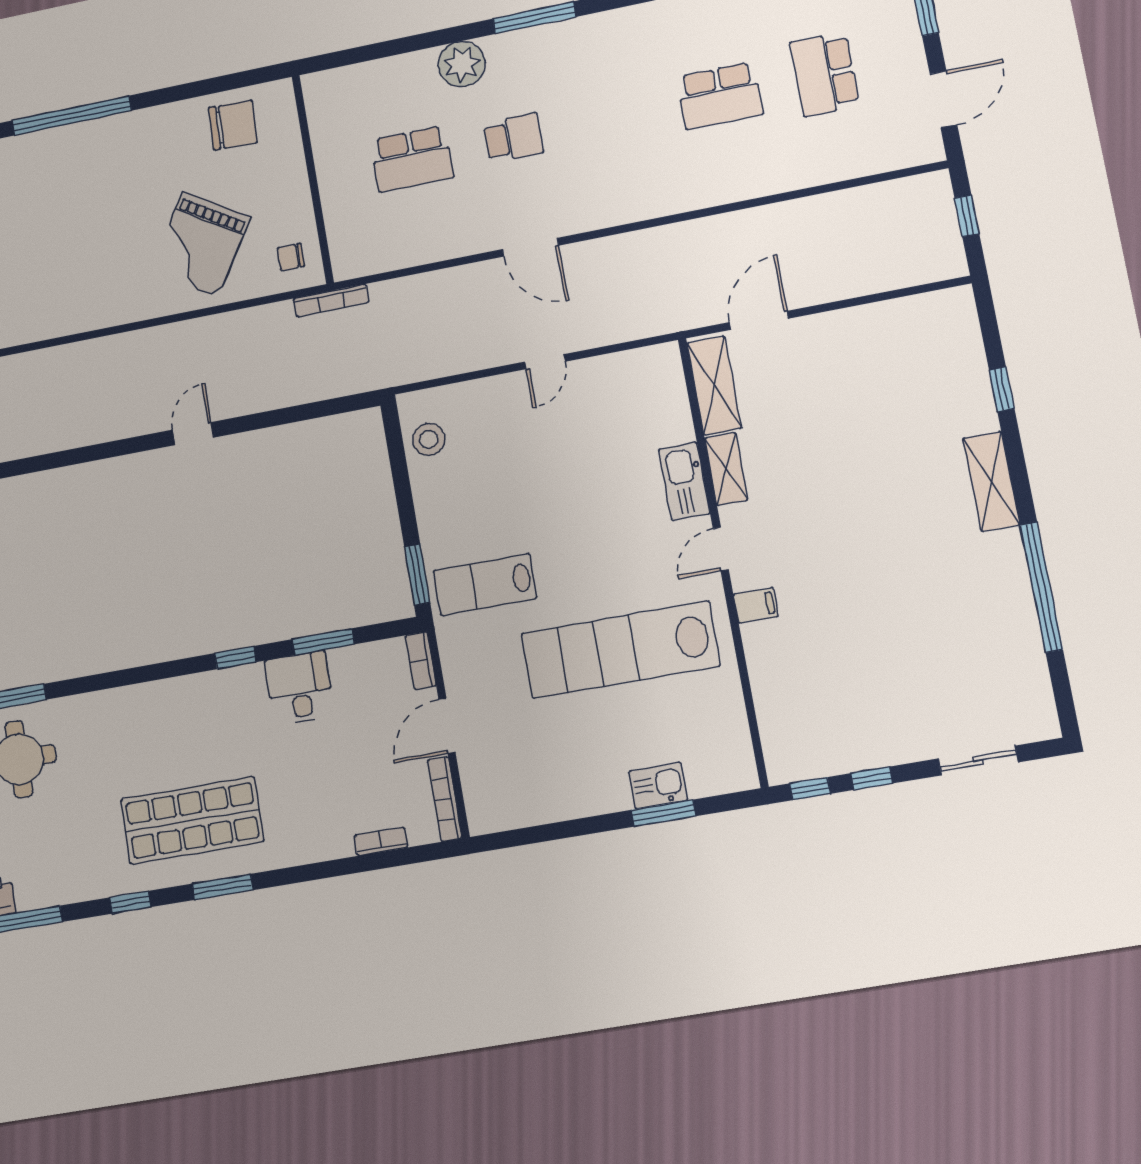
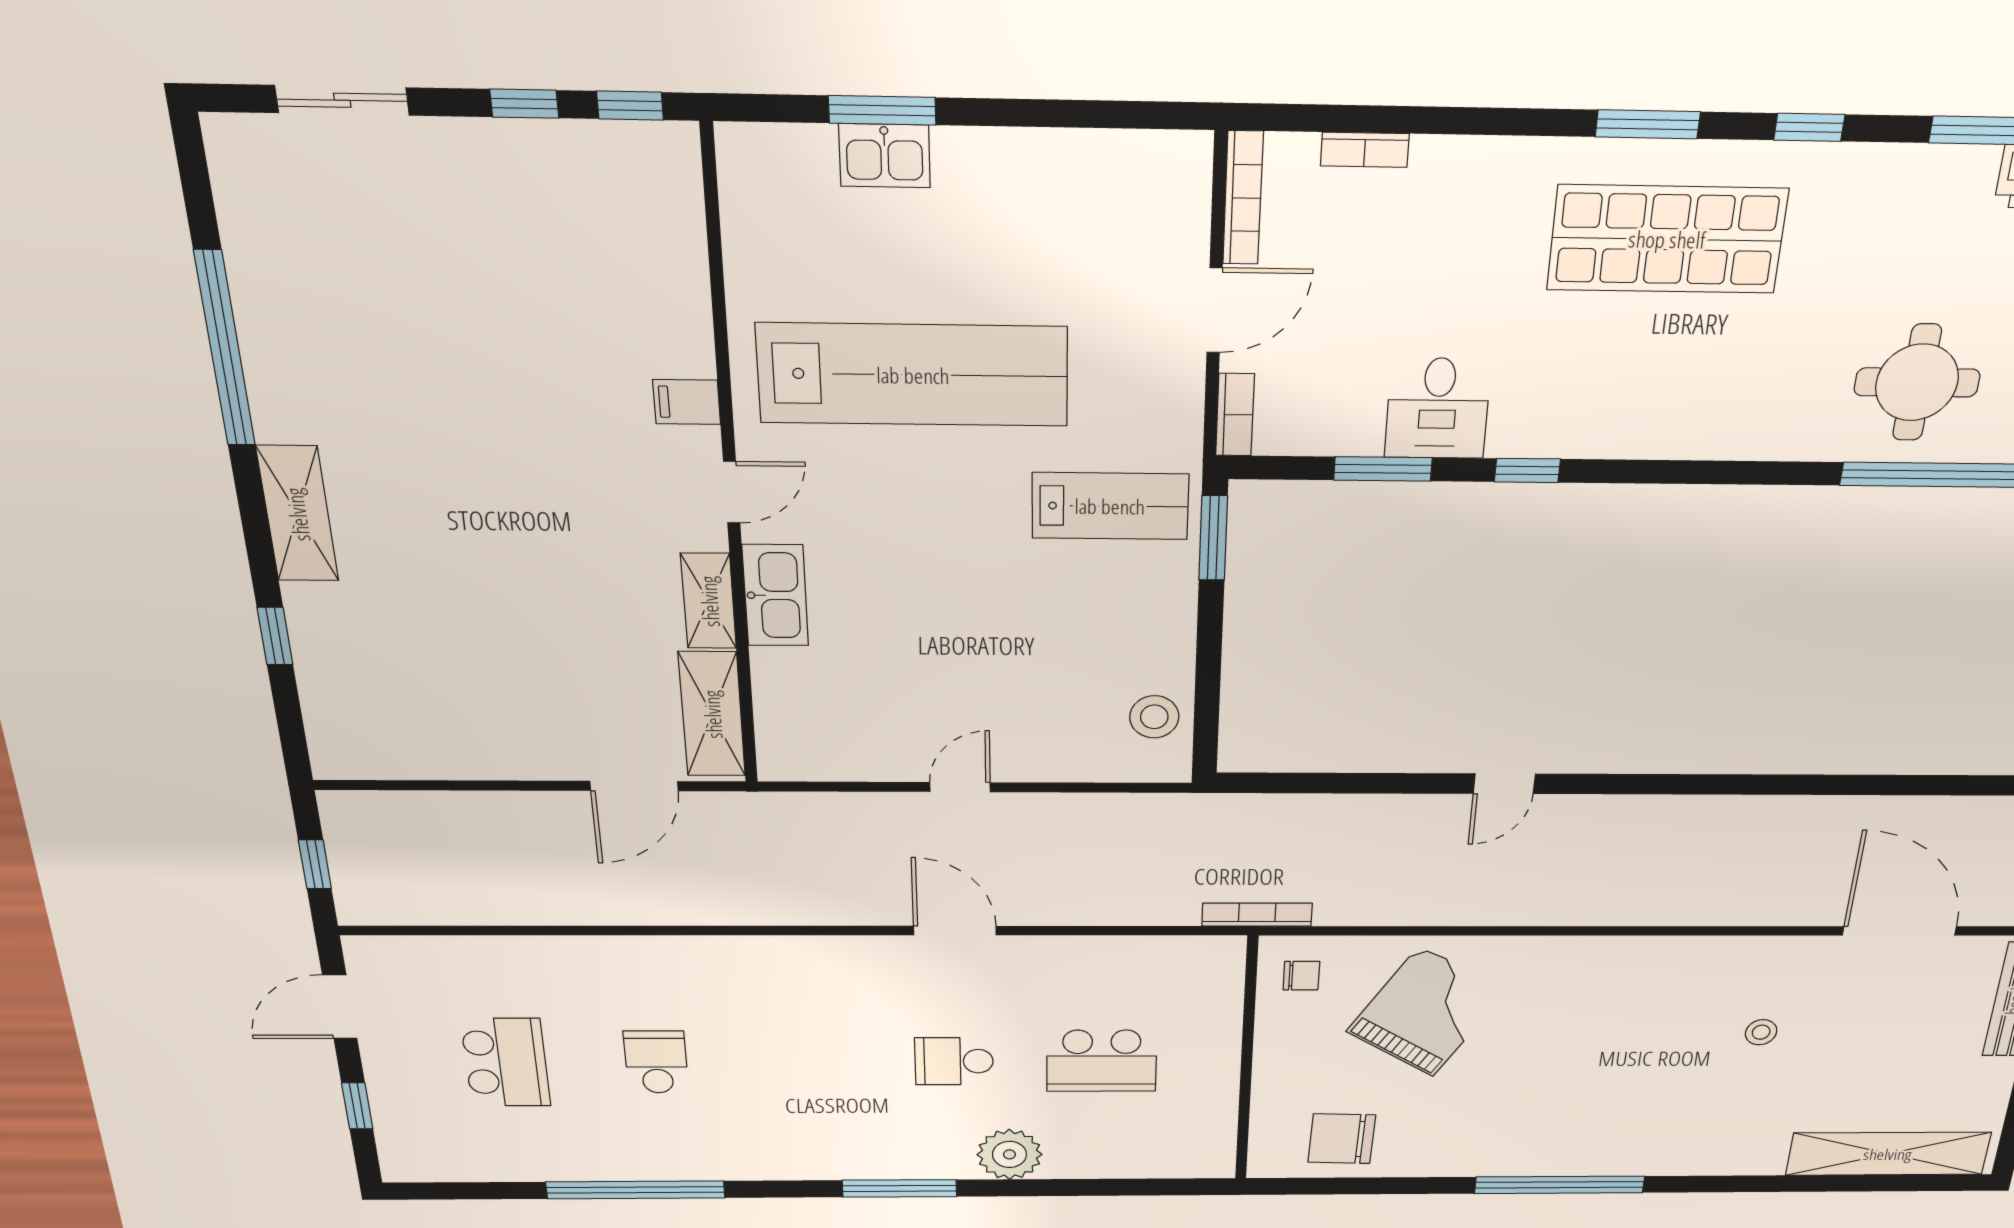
school desk: (720, 96) -> (656, 1062), width x0.54
school desk: (412, 159) -> (1102, 1061), turned 180

